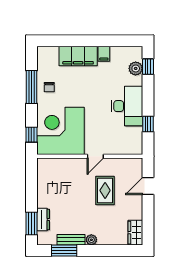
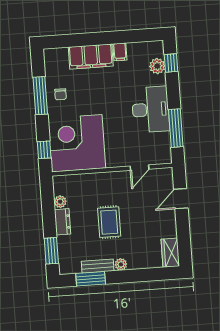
window: (148, 124) -> (176, 128), width x2.17
door: (95, 156) -> (140, 168), moved
plant: (42, 181) -> (60, 202), added
rug: (105, 190) -> (109, 222), moved
dresser: (43, 220) -> (63, 222), moved

